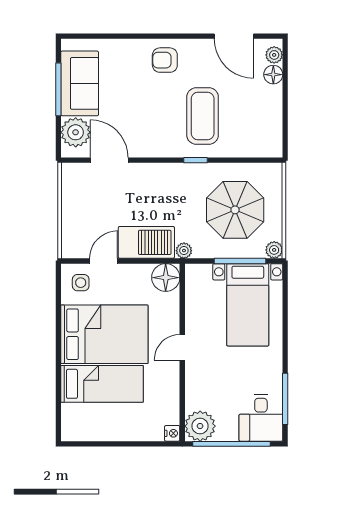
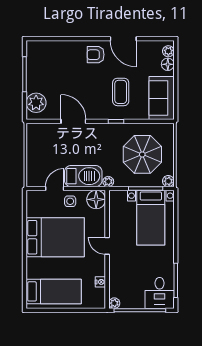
door: (234, 36) -> (123, 39), moved
sofa: (80, 83) -> (162, 98), moved, turned 180
coffee table: (203, 116) -> (121, 92), width x0.73, depth x0.76
door: (109, 160) -> (73, 121), moved
side table: (81, 283) -> (70, 201), moved
door: (182, 347) -> (107, 246), hinge flipped
bed: (102, 384) -> (54, 291), moved
plant: (200, 426) -> (114, 303), width x0.53, depth x0.53
nightstand: (172, 433) -> (100, 282), moved

